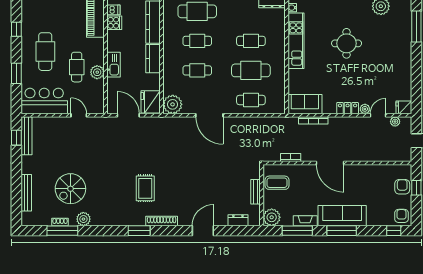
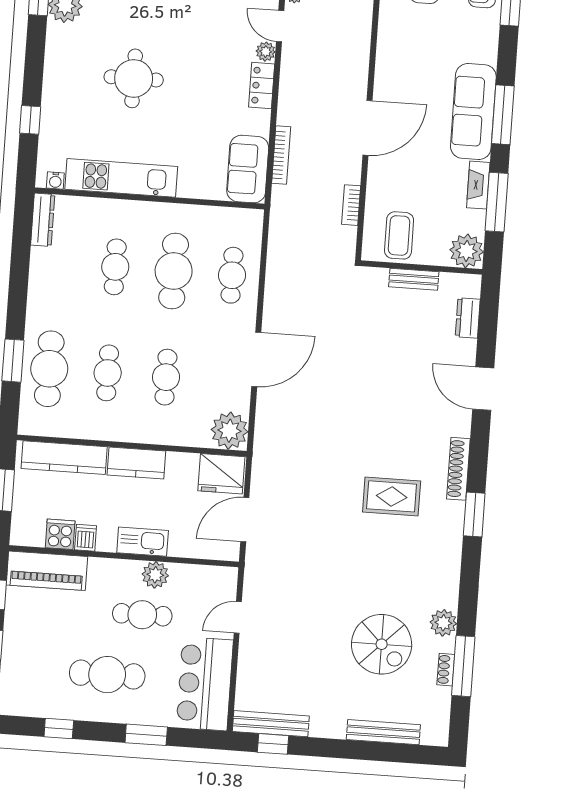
dishwasher: (113, 10) -> (86, 538), moved

